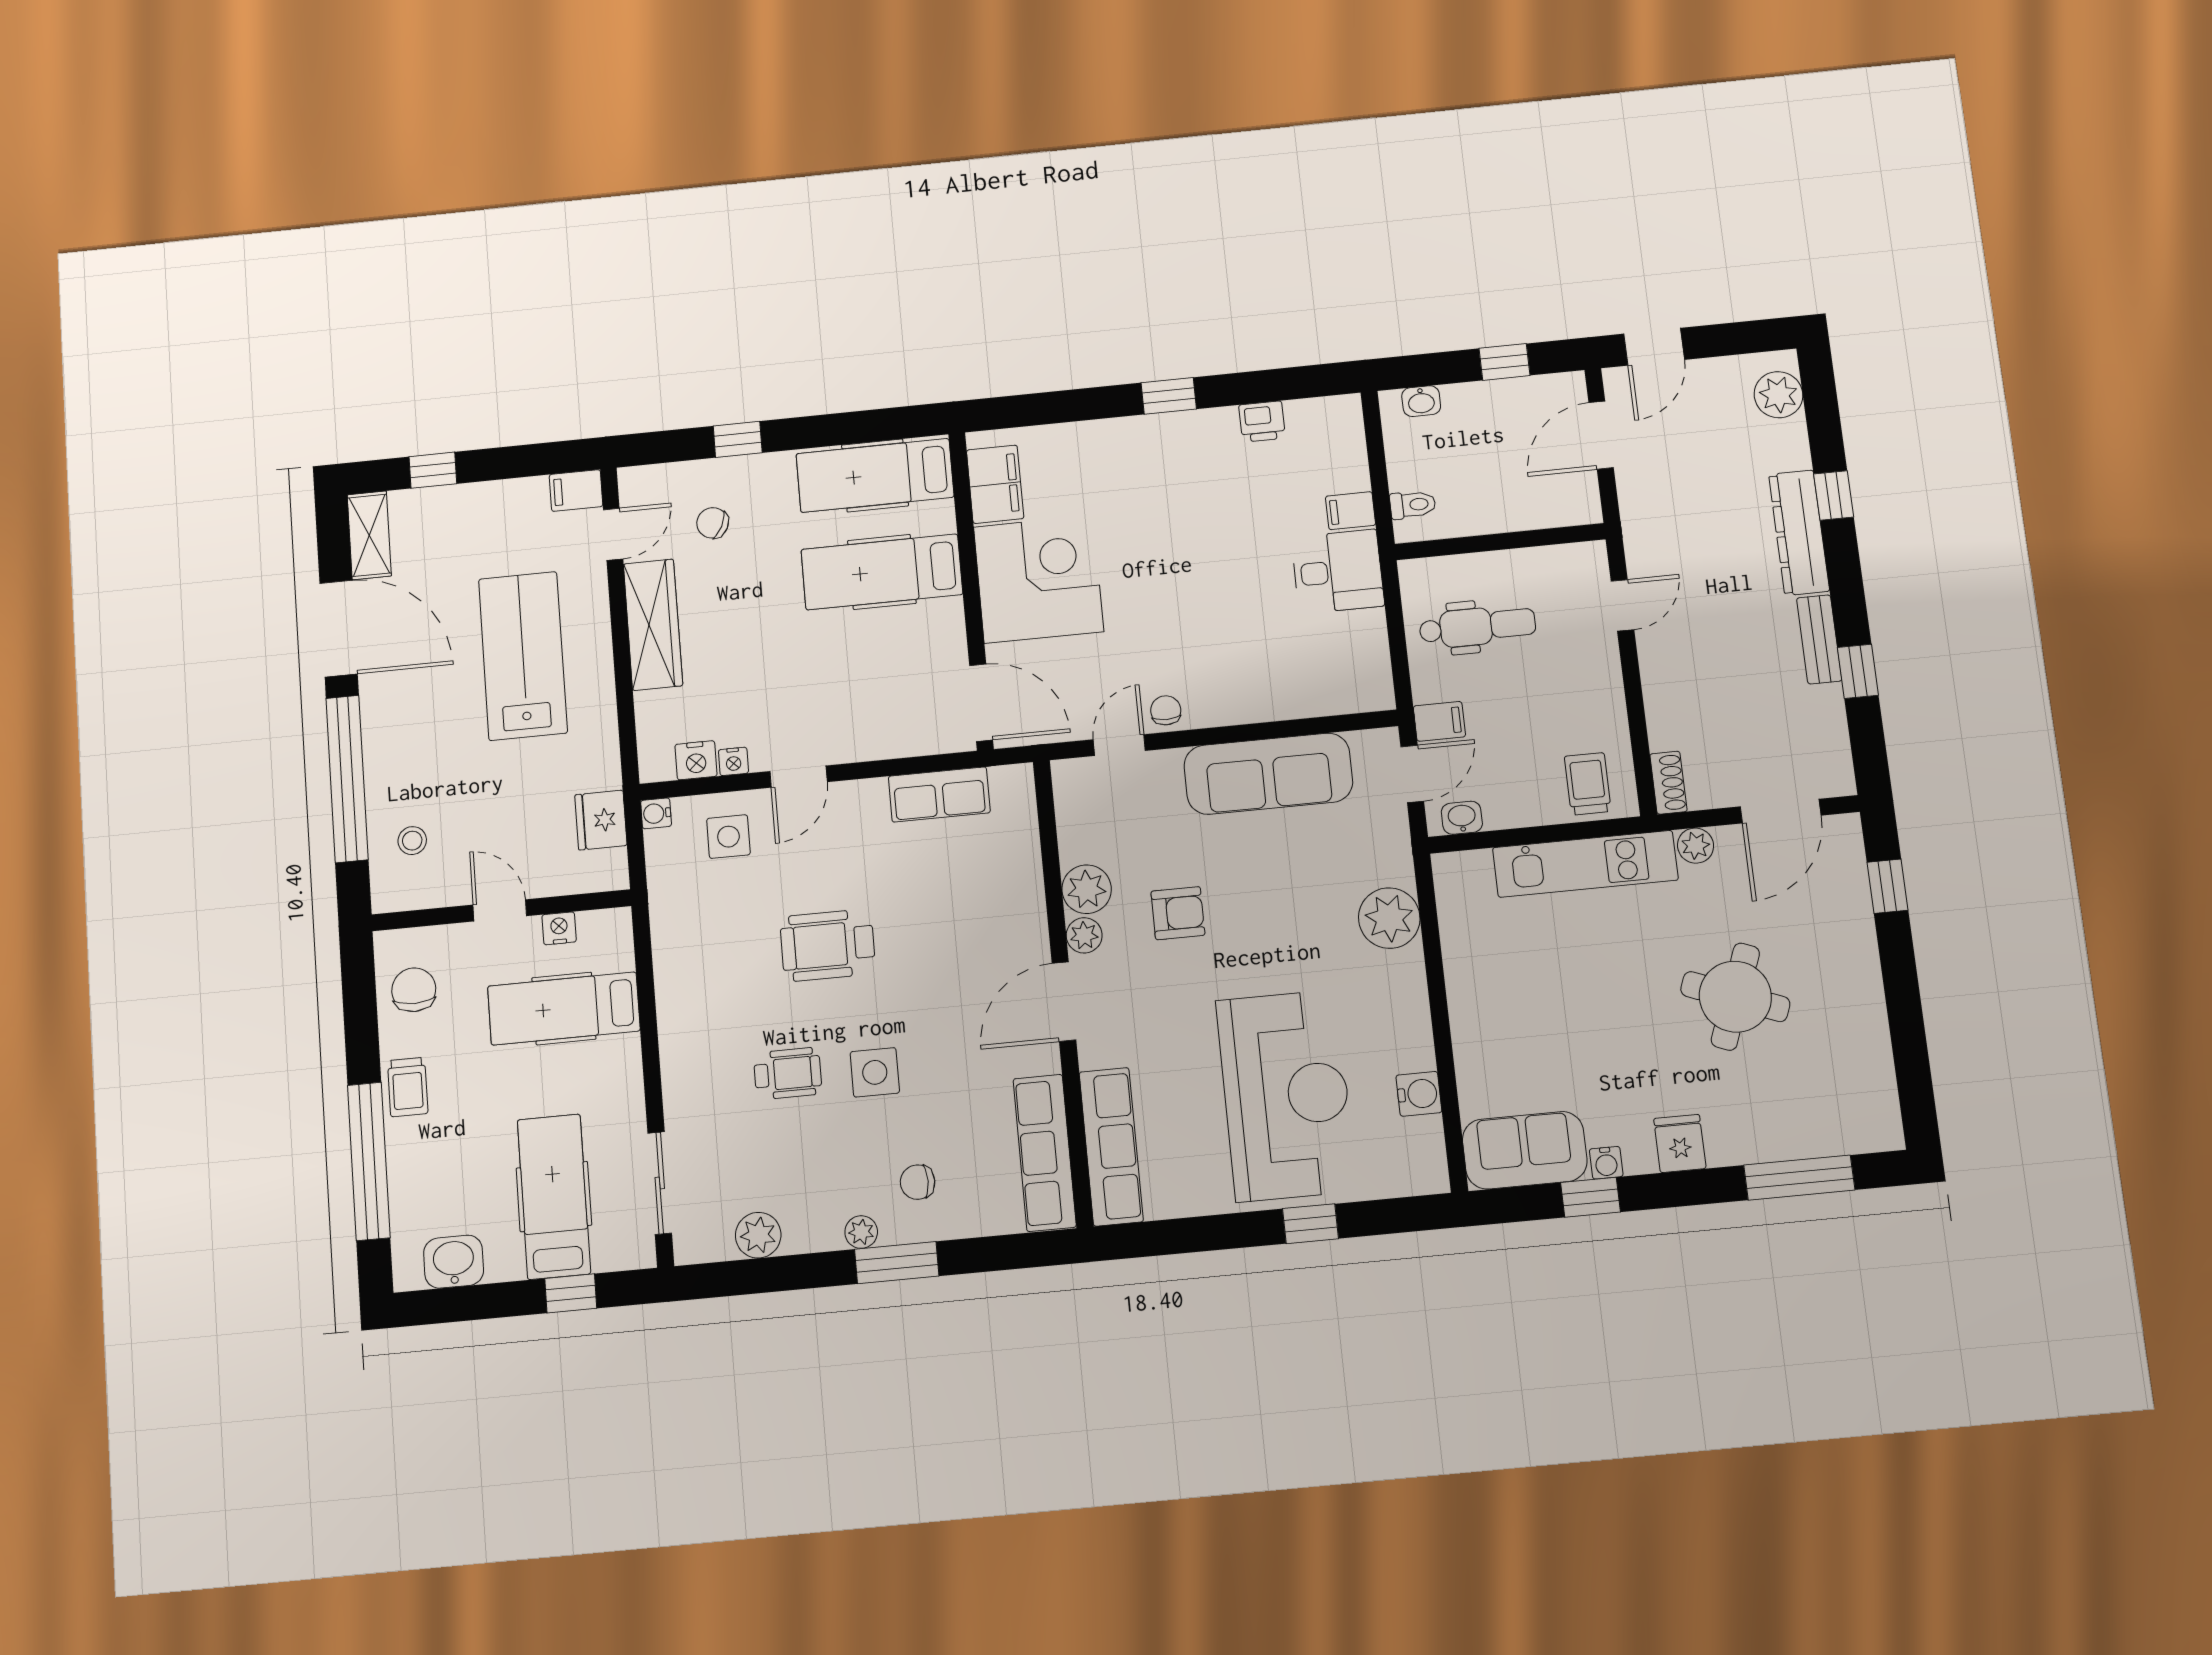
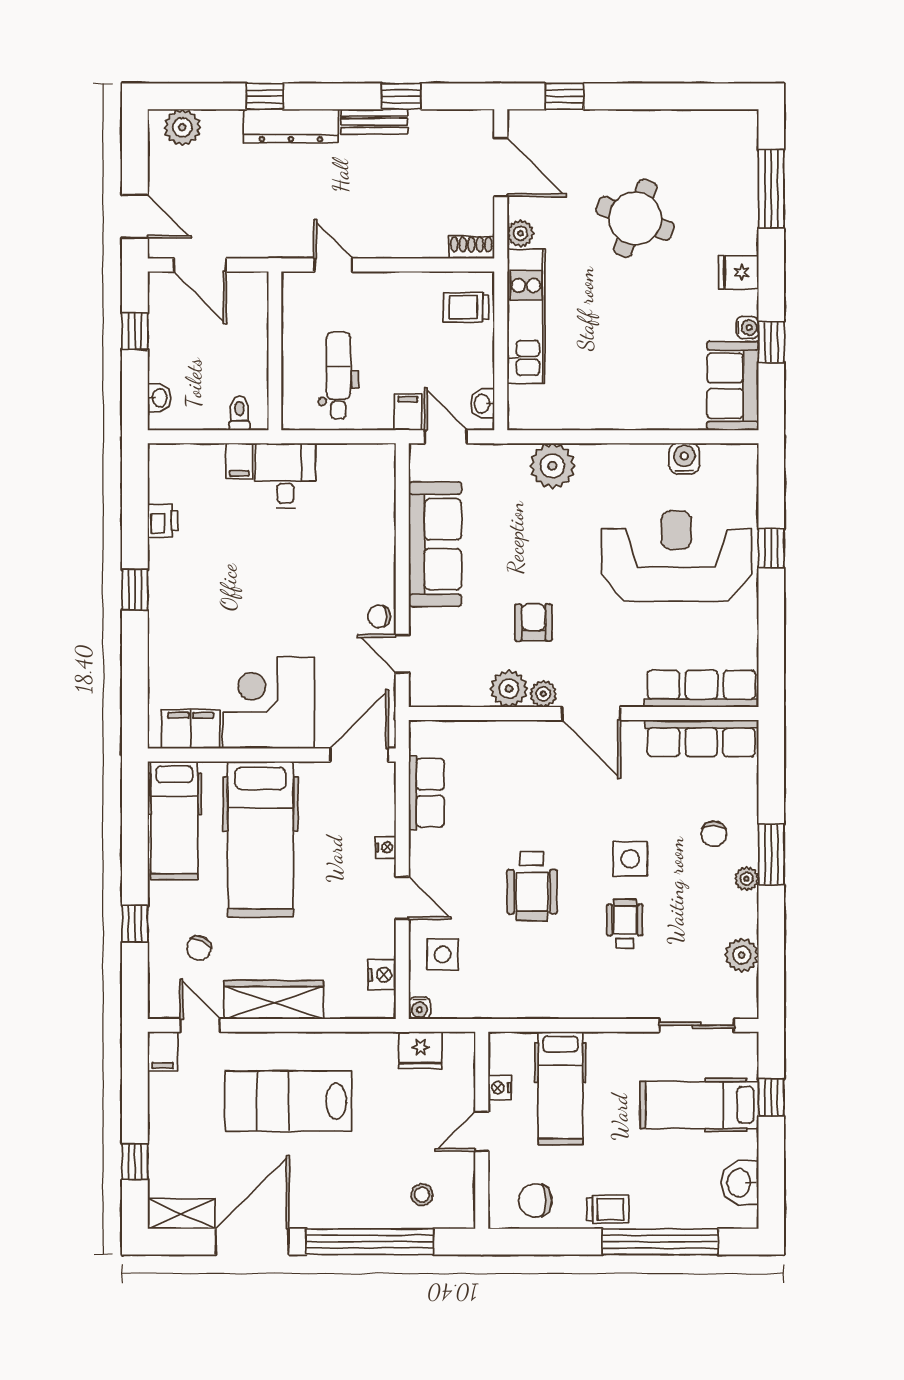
hospital bed: (882, 572) -> (261, 839), width x1.37, depth x1.29
nightstand: (733, 761) -> (386, 847), moved

